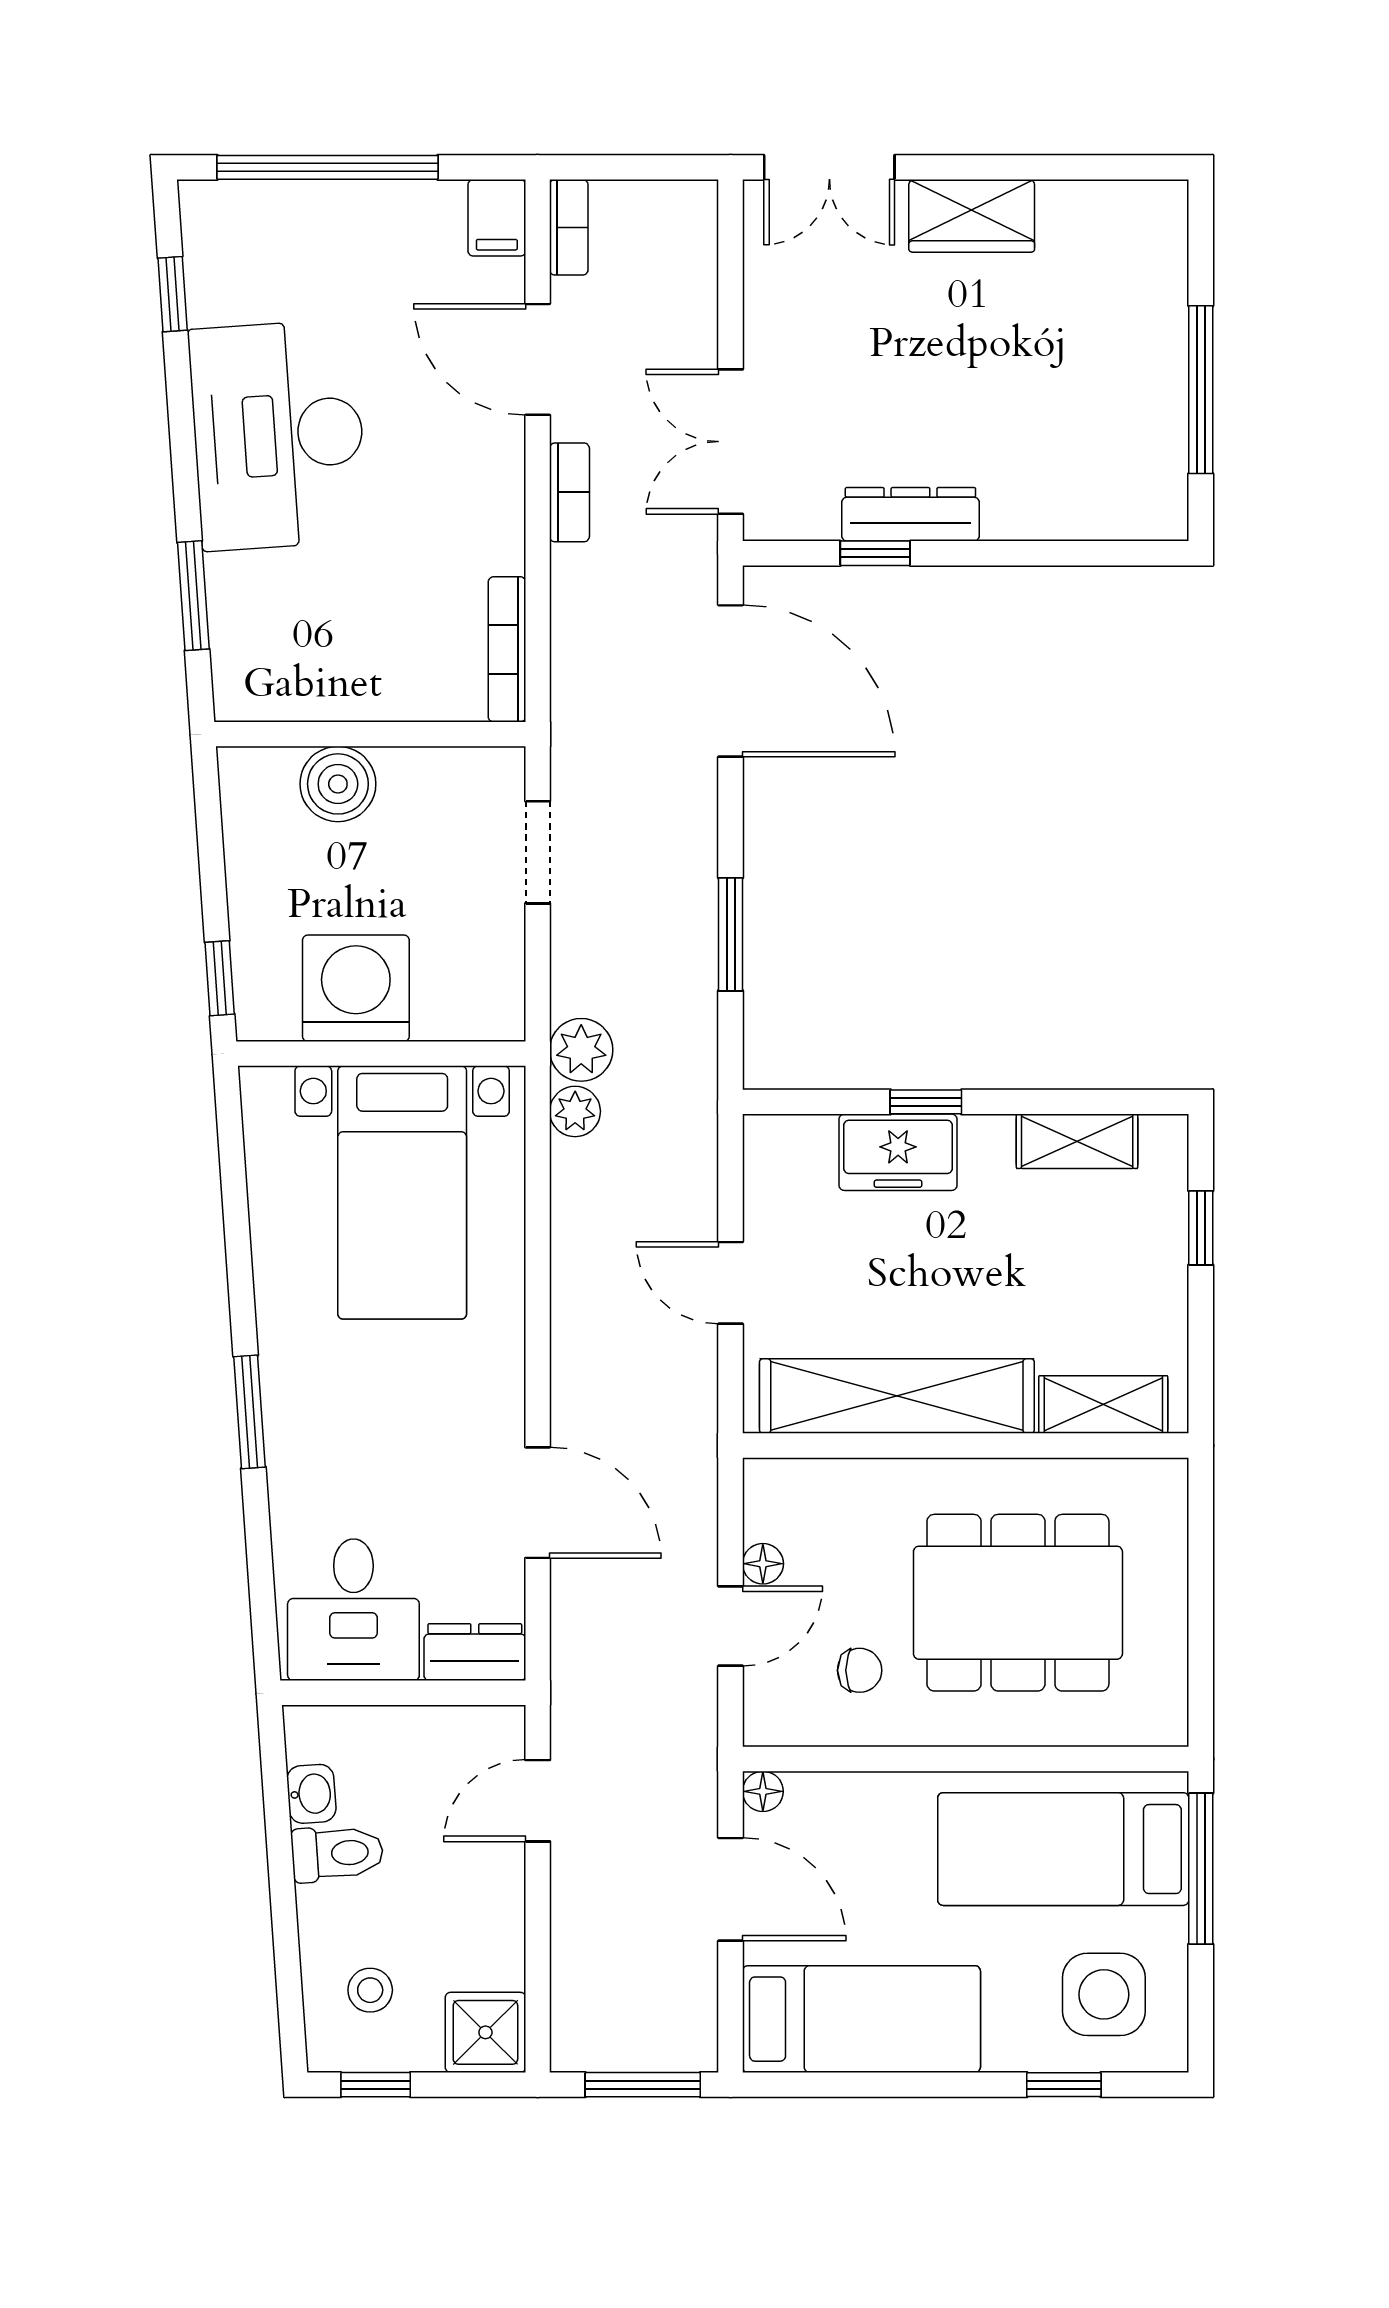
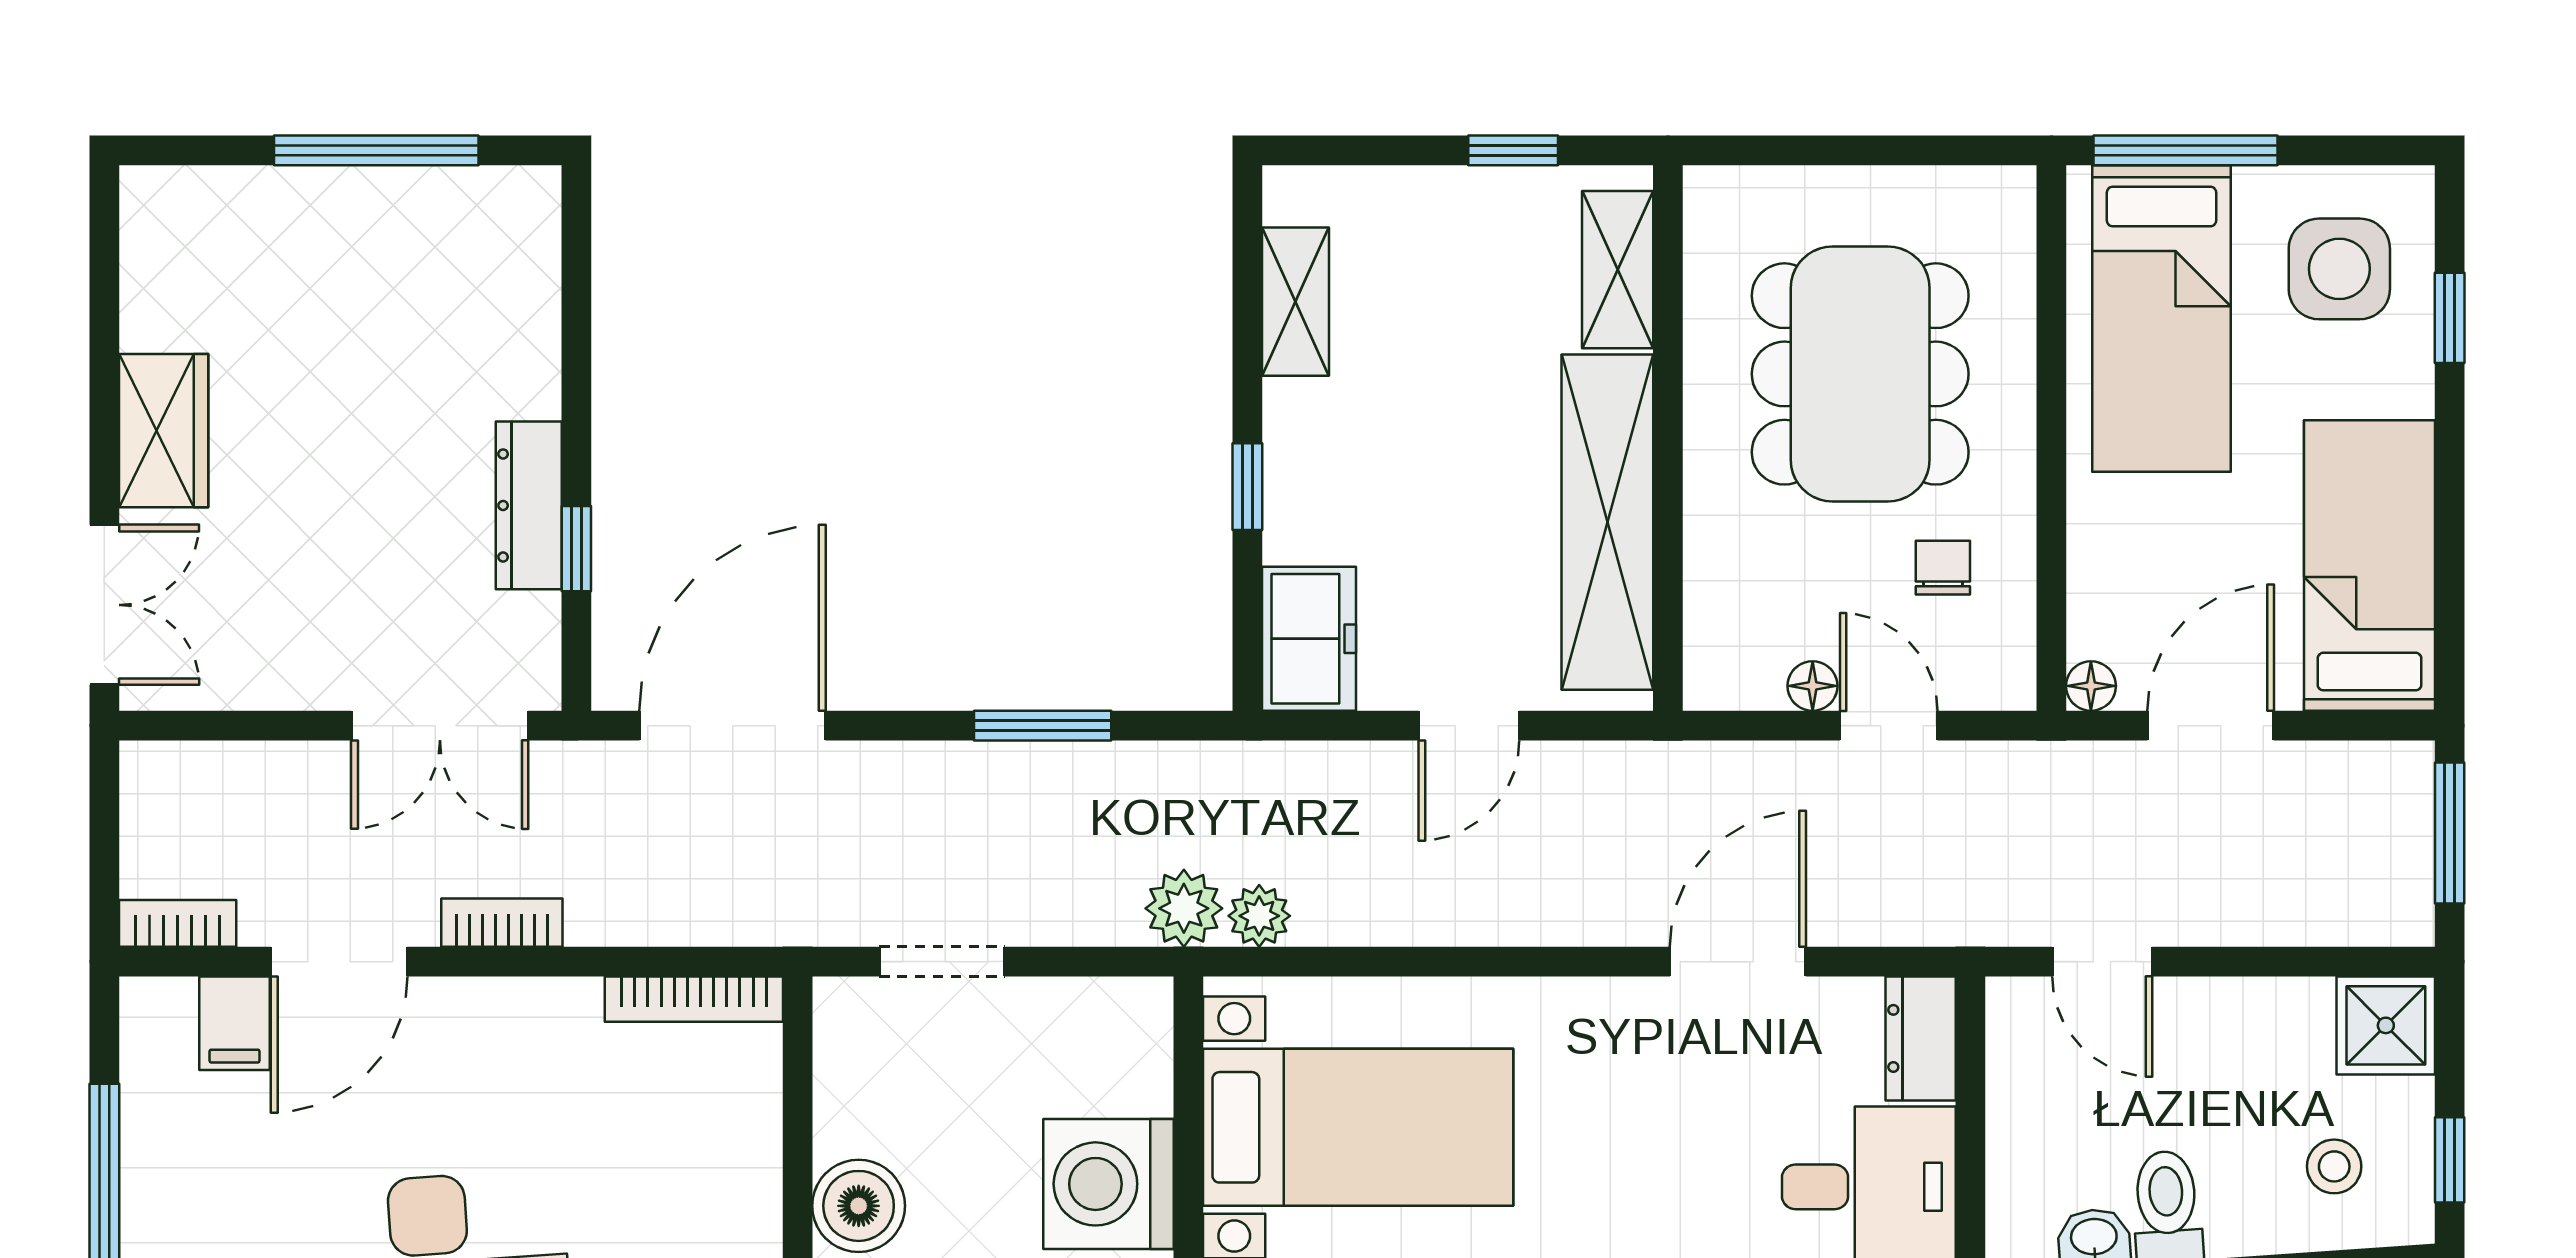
filing cabinet: (497, 218) -> (235, 1023), moved, turned 90
freezer: (898, 1152) -> (1309, 639), moved
window: (1201, 1228) -> (1513, 150), moved

